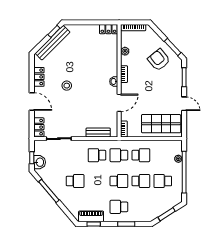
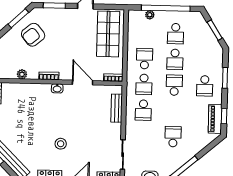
school desk: (141, 181) -> (175, 59), turned 180

